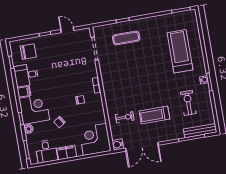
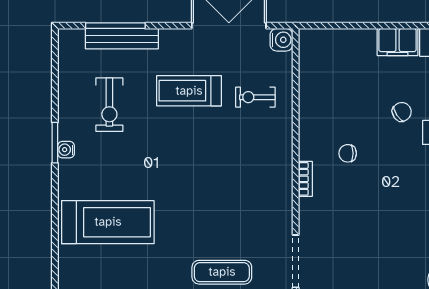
treadmill: (180, 51) -> (108, 222), turned -90
treadmill: (154, 115) -> (189, 91), turned 180
bench: (200, 131) -> (122, 39), moved
corner desk: (95, 139) -> (330, 60), removed

